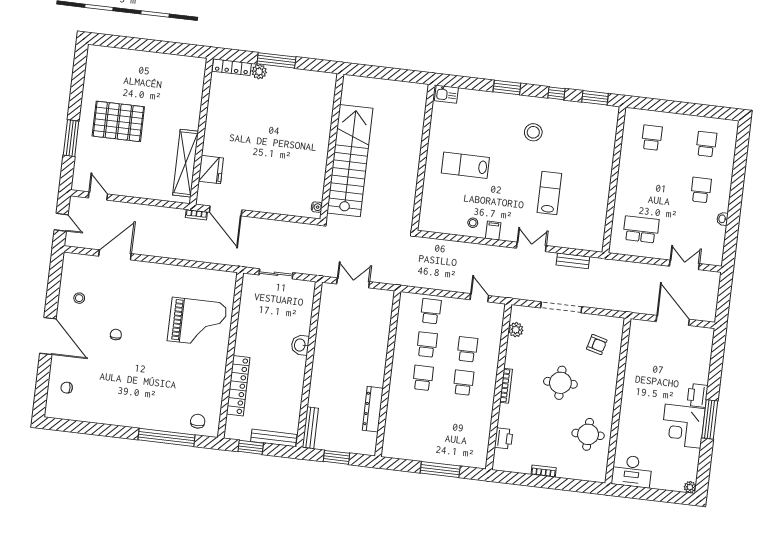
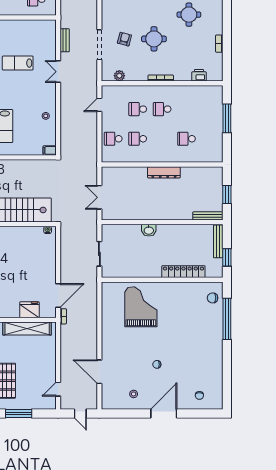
door: (61, 222) -> (80, 413), swing flipped
filing cabinet: (493, 231) -> (50, 150), moved
armchair: (597, 345) -> (124, 39), moved
school desk: (423, 378) -> (187, 139), moved
dresser: (373, 409) -> (164, 172), moved

